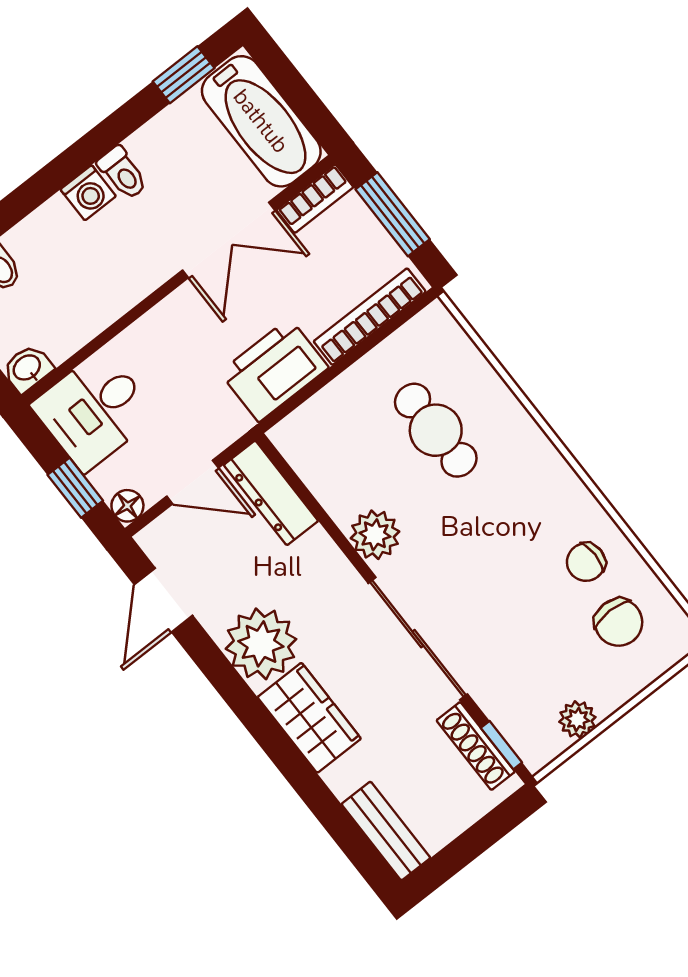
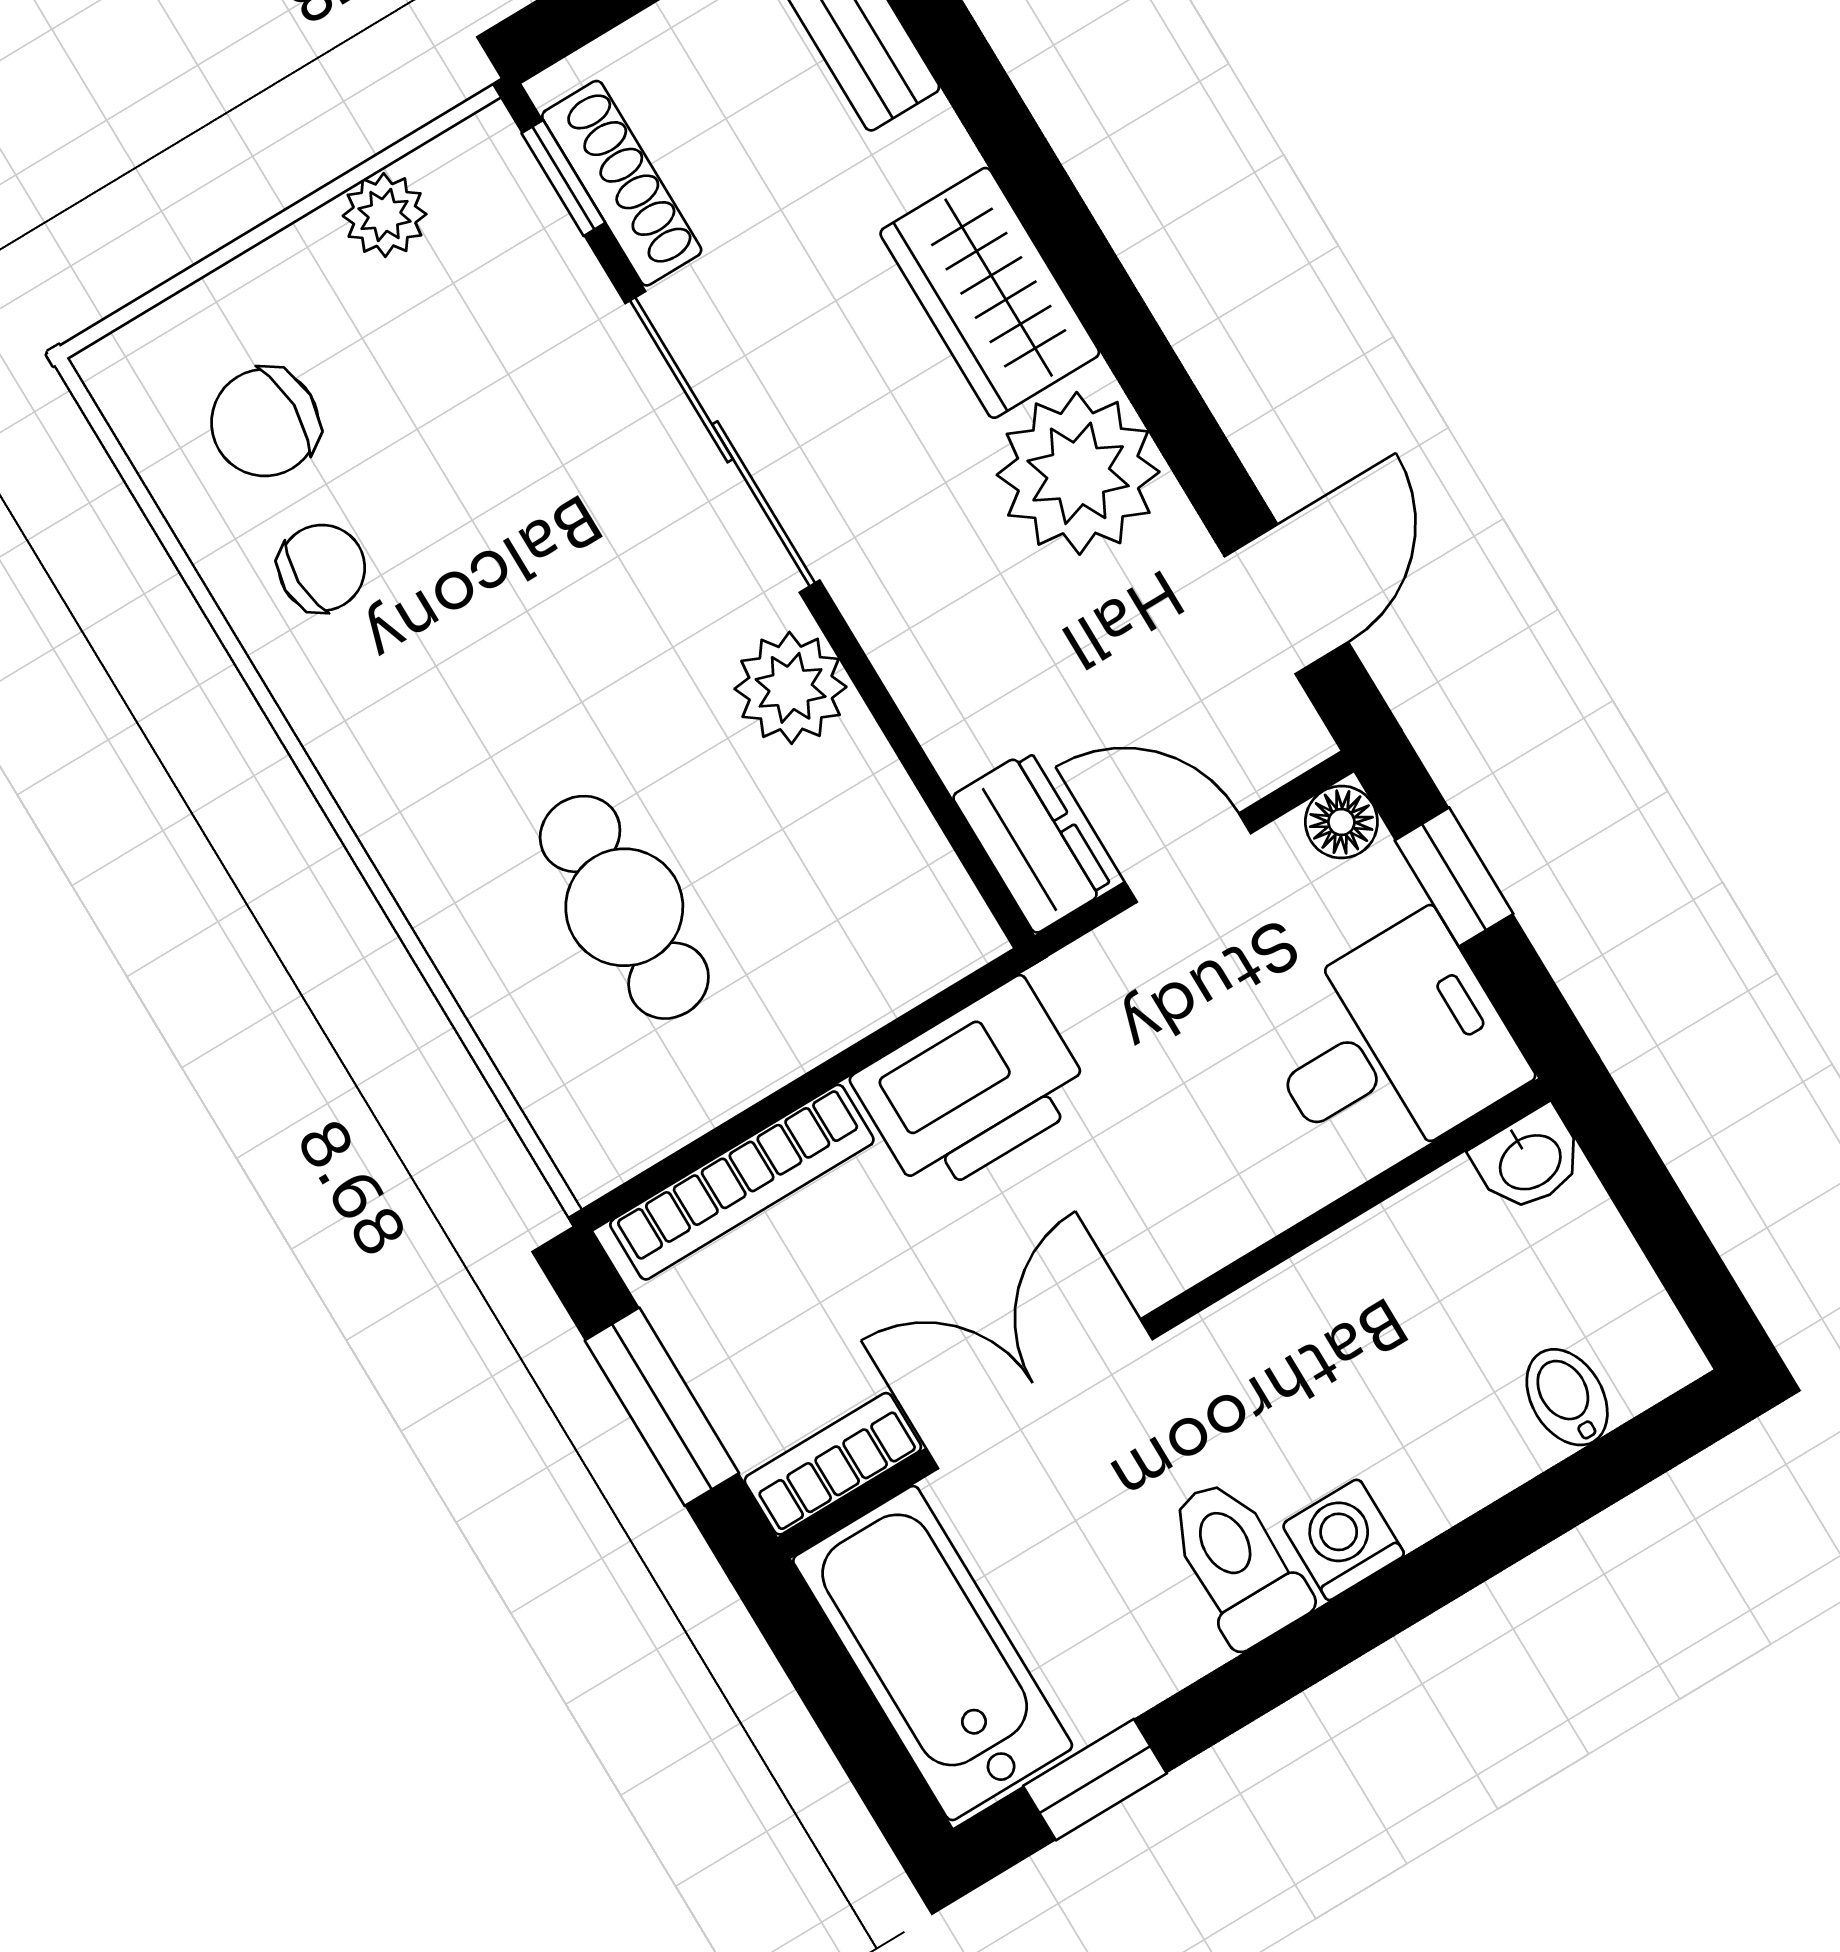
toilet: (123, 173) -> (1237, 1562), width x1.37, depth x1.39
dresser: (271, 493) -> (1032, 842), width x0.70
chair: (619, 622) -> (265, 423), turned -90

